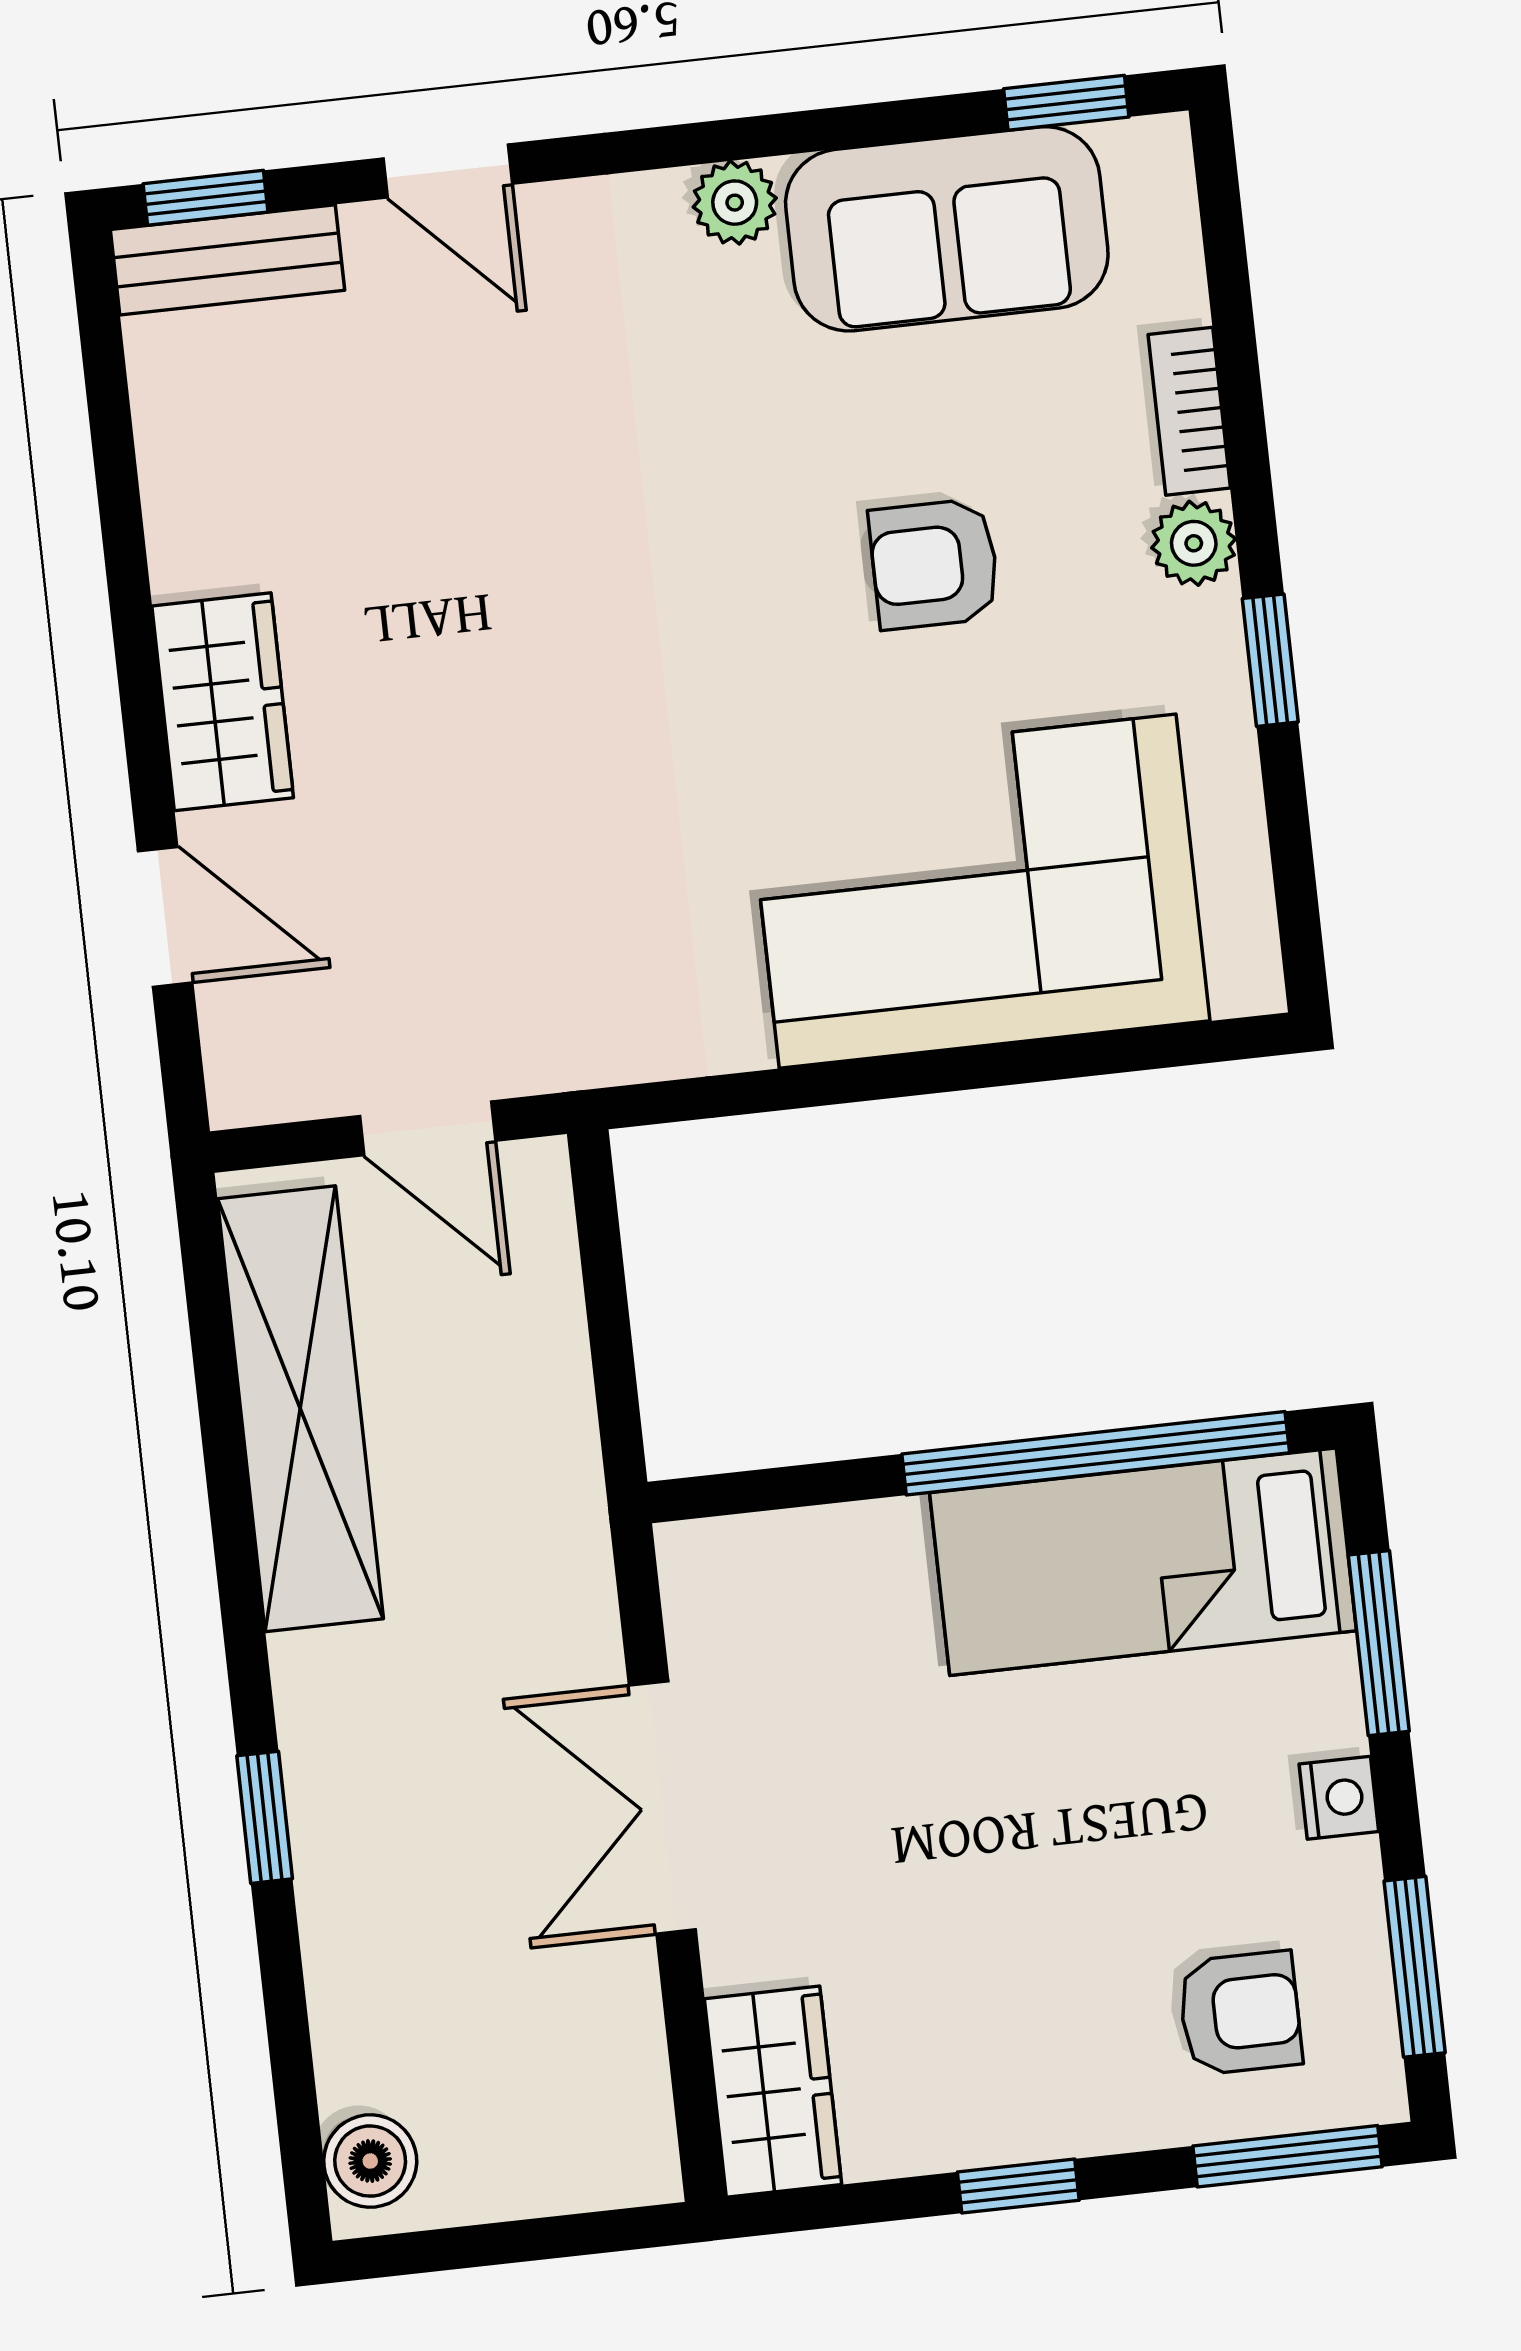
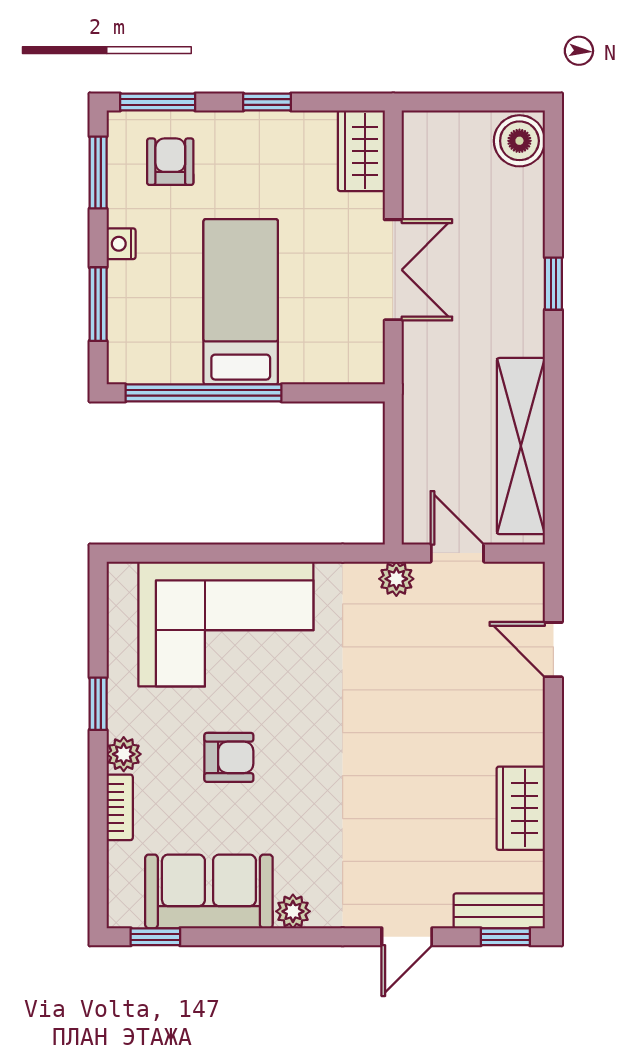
door: (448, 171) -> (407, 937), swing flipped
wardrobe: (223, 702) -> (521, 808), moved
plant: (571, 1049) -> (396, 579), added
bed: (1143, 1562) -> (241, 302), moved, turned -90
armchair: (1240, 2013) -> (170, 162), turned 90
boiler: (370, 2161) -> (519, 141), width x1.36, depth x1.36

